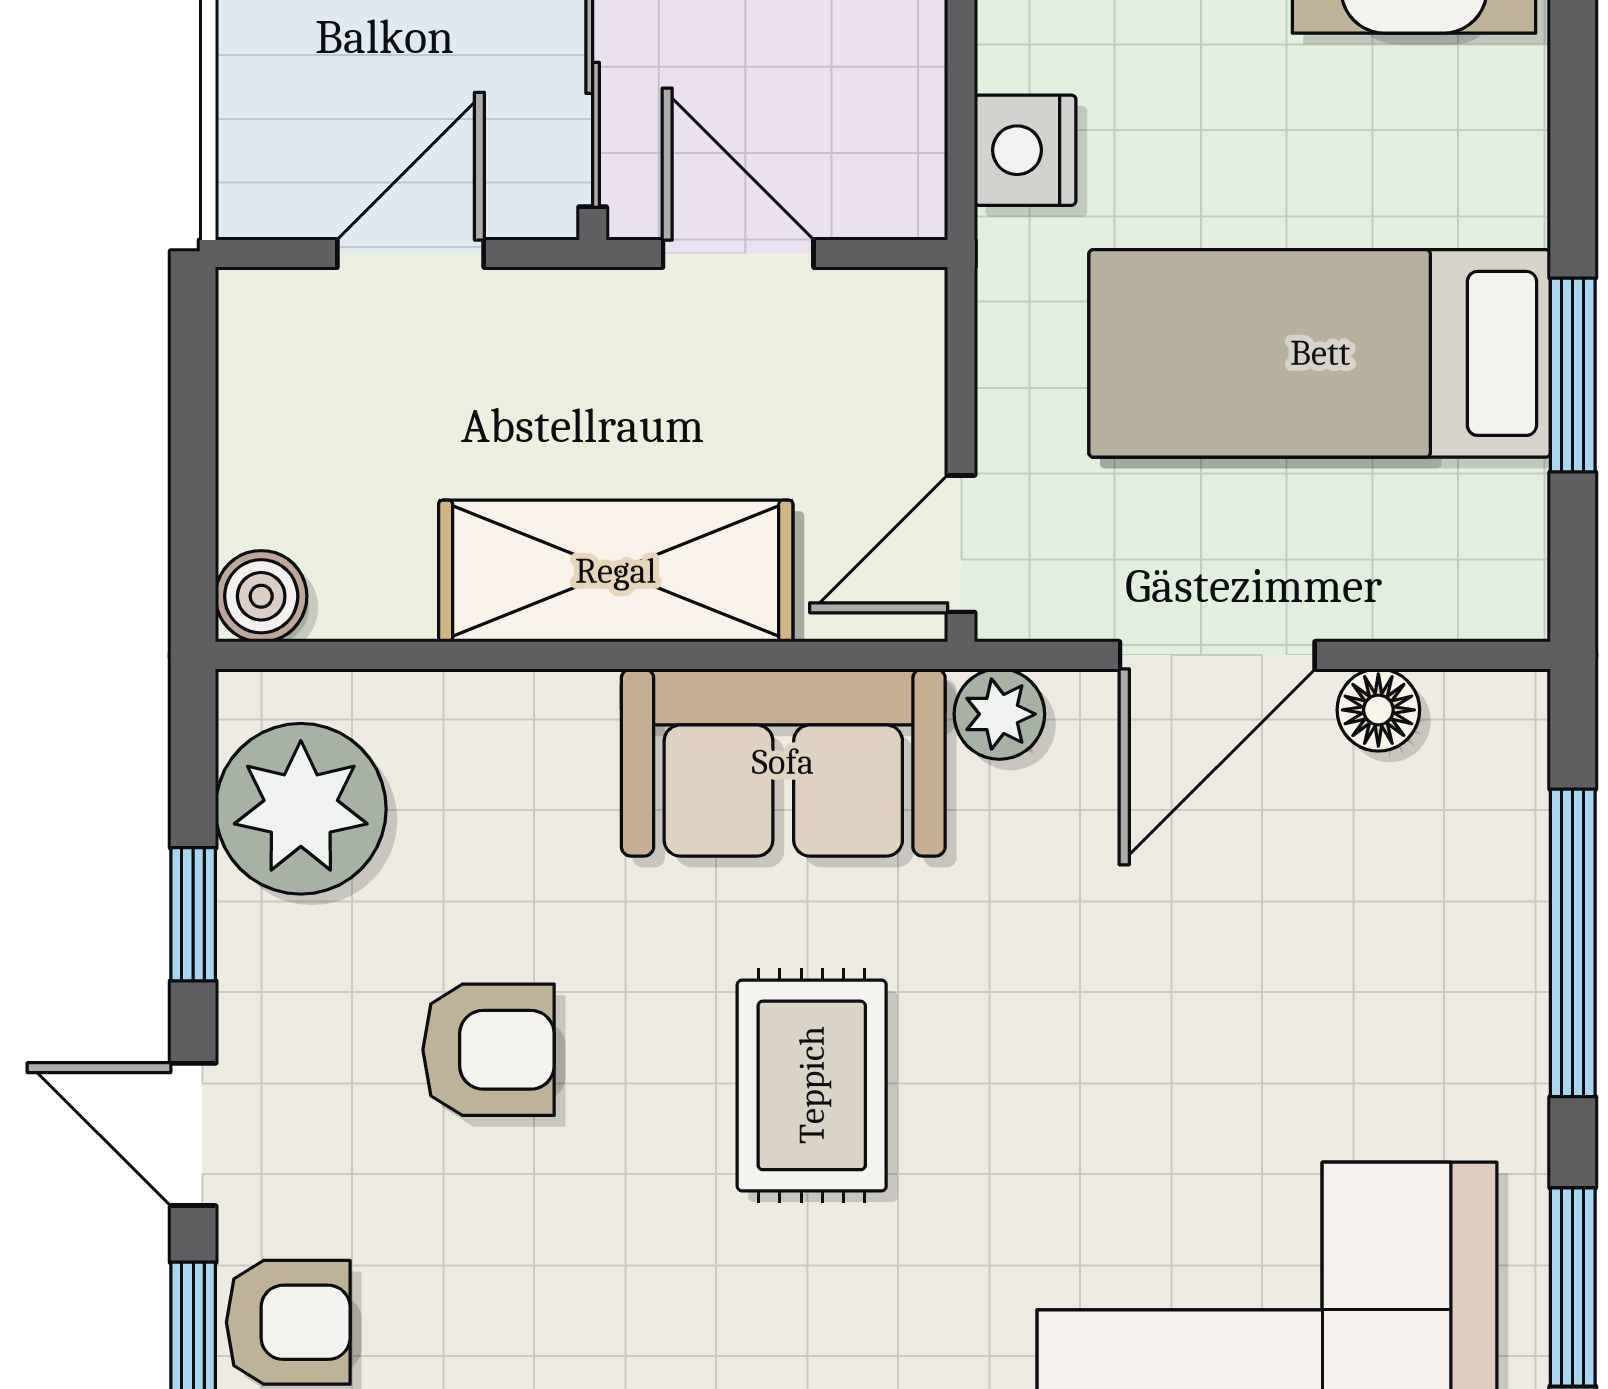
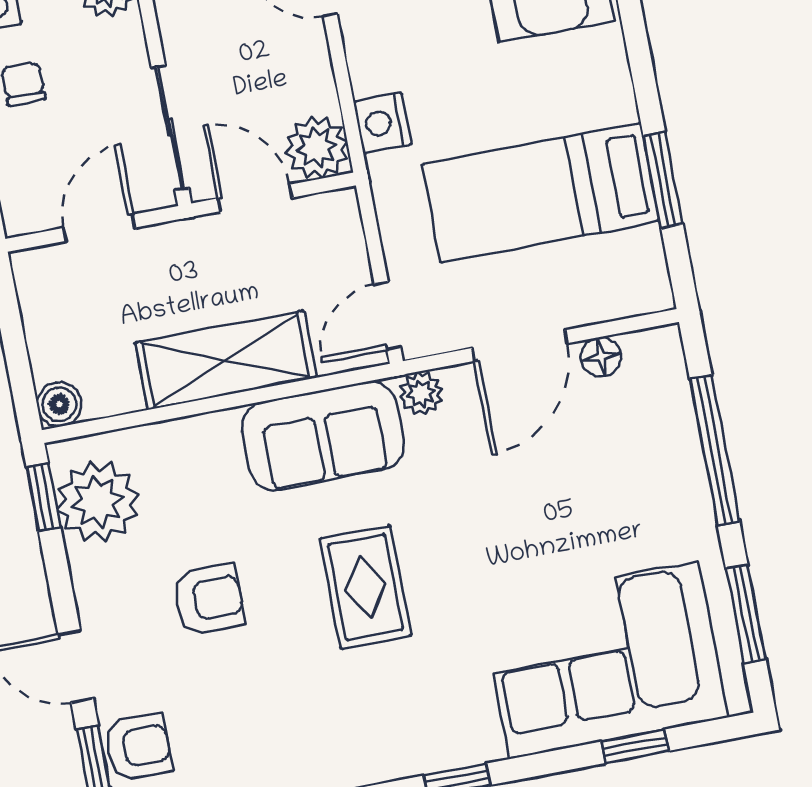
plant: (882, 175) -> (317, 147), added
window: (193, 914) -> (43, 497), moved

